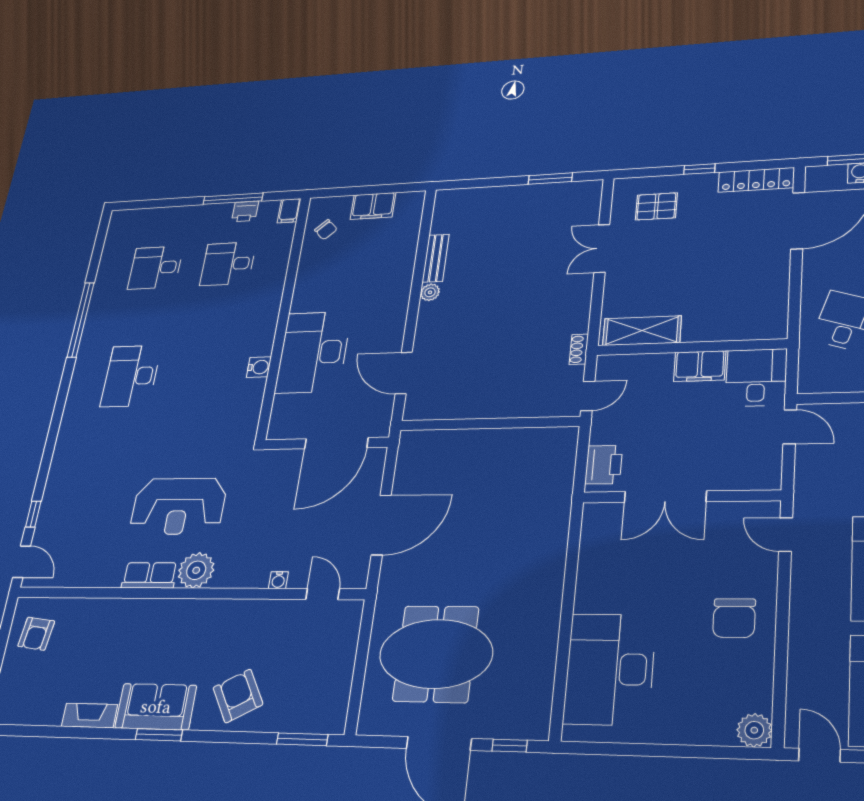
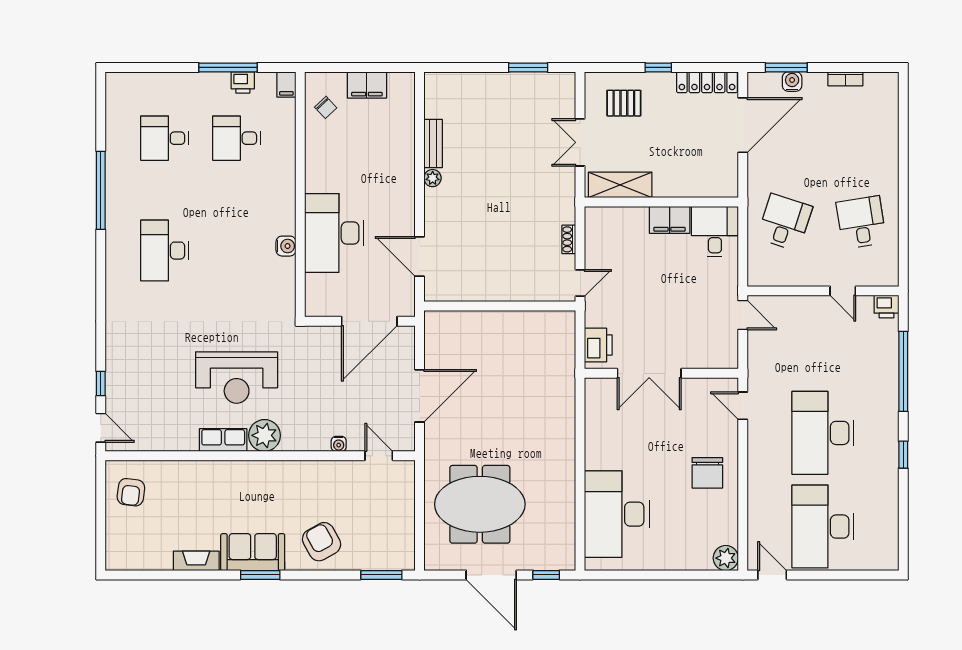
shelving: (642, 331) -> (620, 185), moved
wall: (691, 347) -> (661, 202), moved
filing cabinet: (700, 366) -> (670, 220), moved
desk: (756, 377) -> (715, 232), moved

